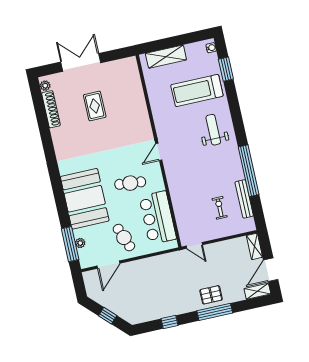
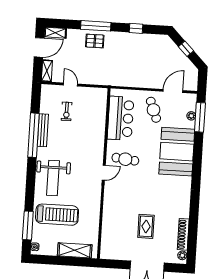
window: (226, 69) -> (28, 225), width x1.44
weight bench: (213, 130) -> (53, 178), width x1.36, depth x1.33
cafe table: (130, 183) -> (125, 159), moved
bench: (244, 199) -> (43, 130), moved
door: (194, 245) -> (70, 85), moved

